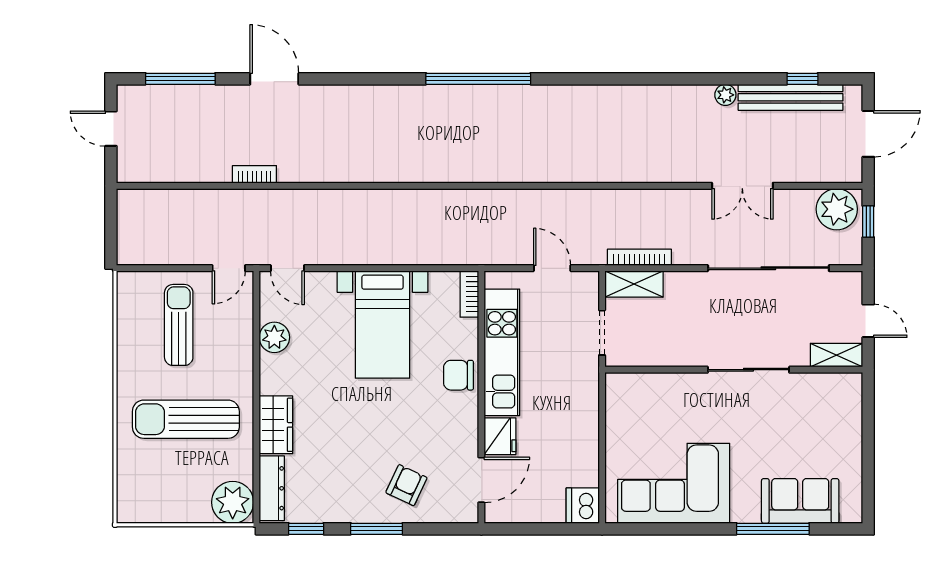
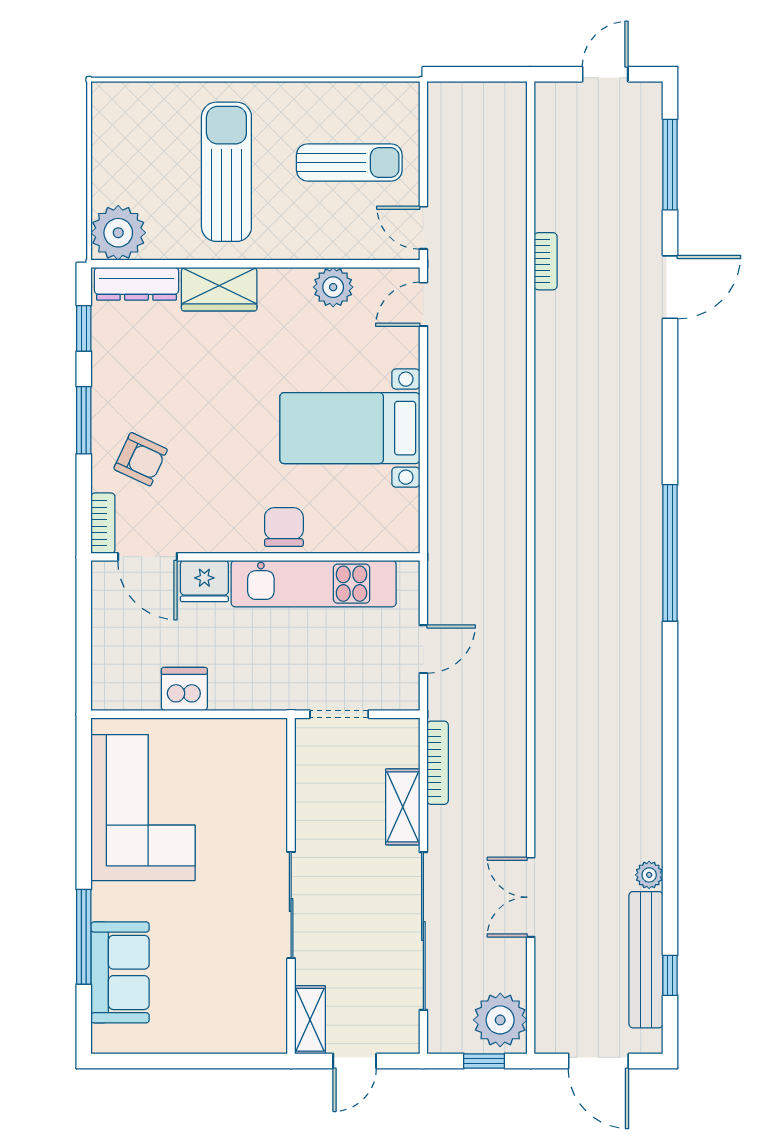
shelving: (634, 284) -> (403, 807), moved
bookcase: (469, 294) -> (103, 523), moved, turned 90
dishwasher: (583, 506) -> (184, 689), moved

